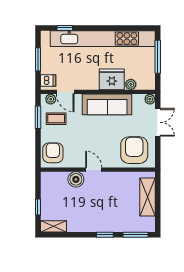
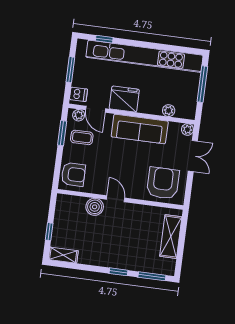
fridge: (112, 79) -> (124, 99), moved
armchair: (53, 153) -> (73, 174), turned 90

